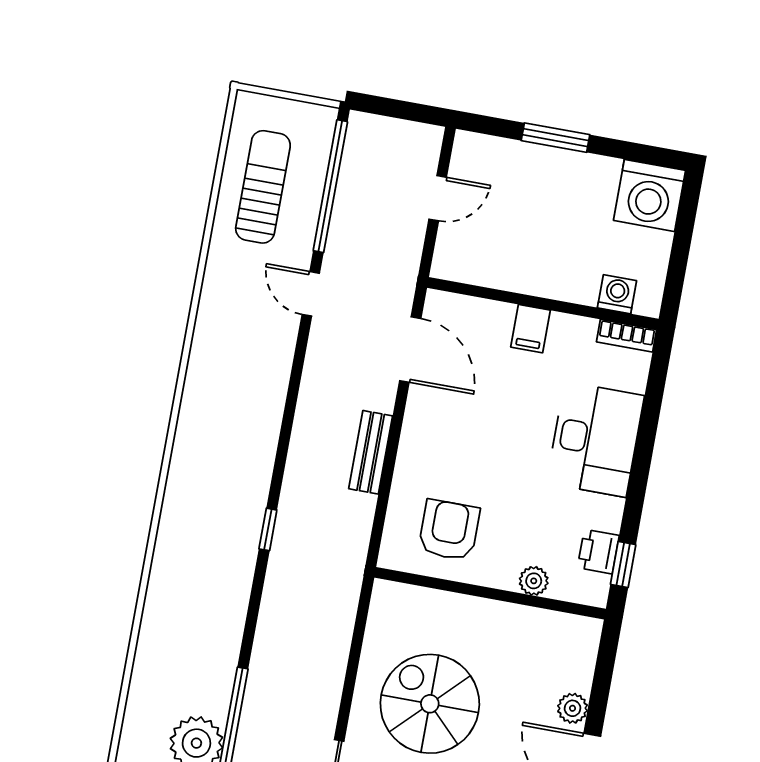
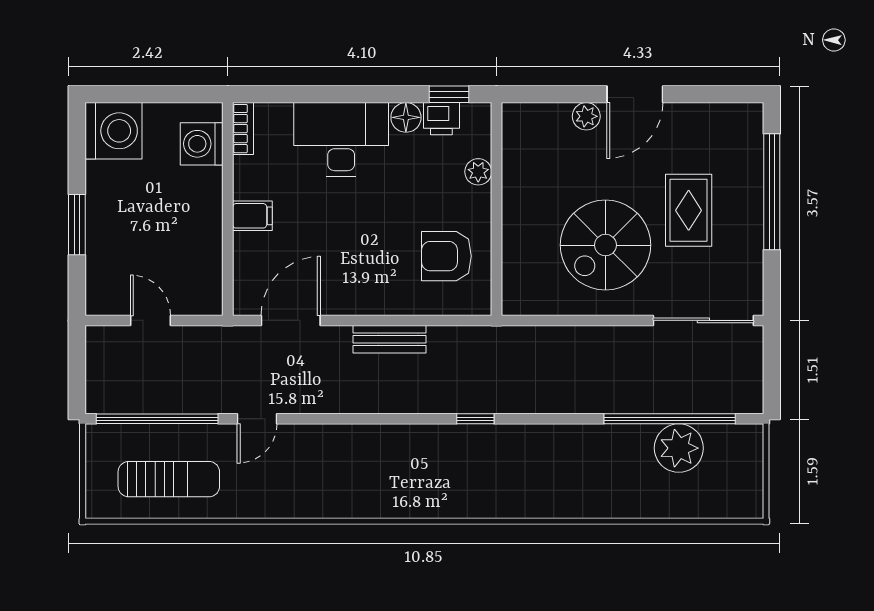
sun lounger: (263, 187) -> (169, 479), turned 180
washing machine: (617, 294) -> (202, 144), width x1.38, depth x1.38
floor lamp: (607, 514) -> (406, 117), added

